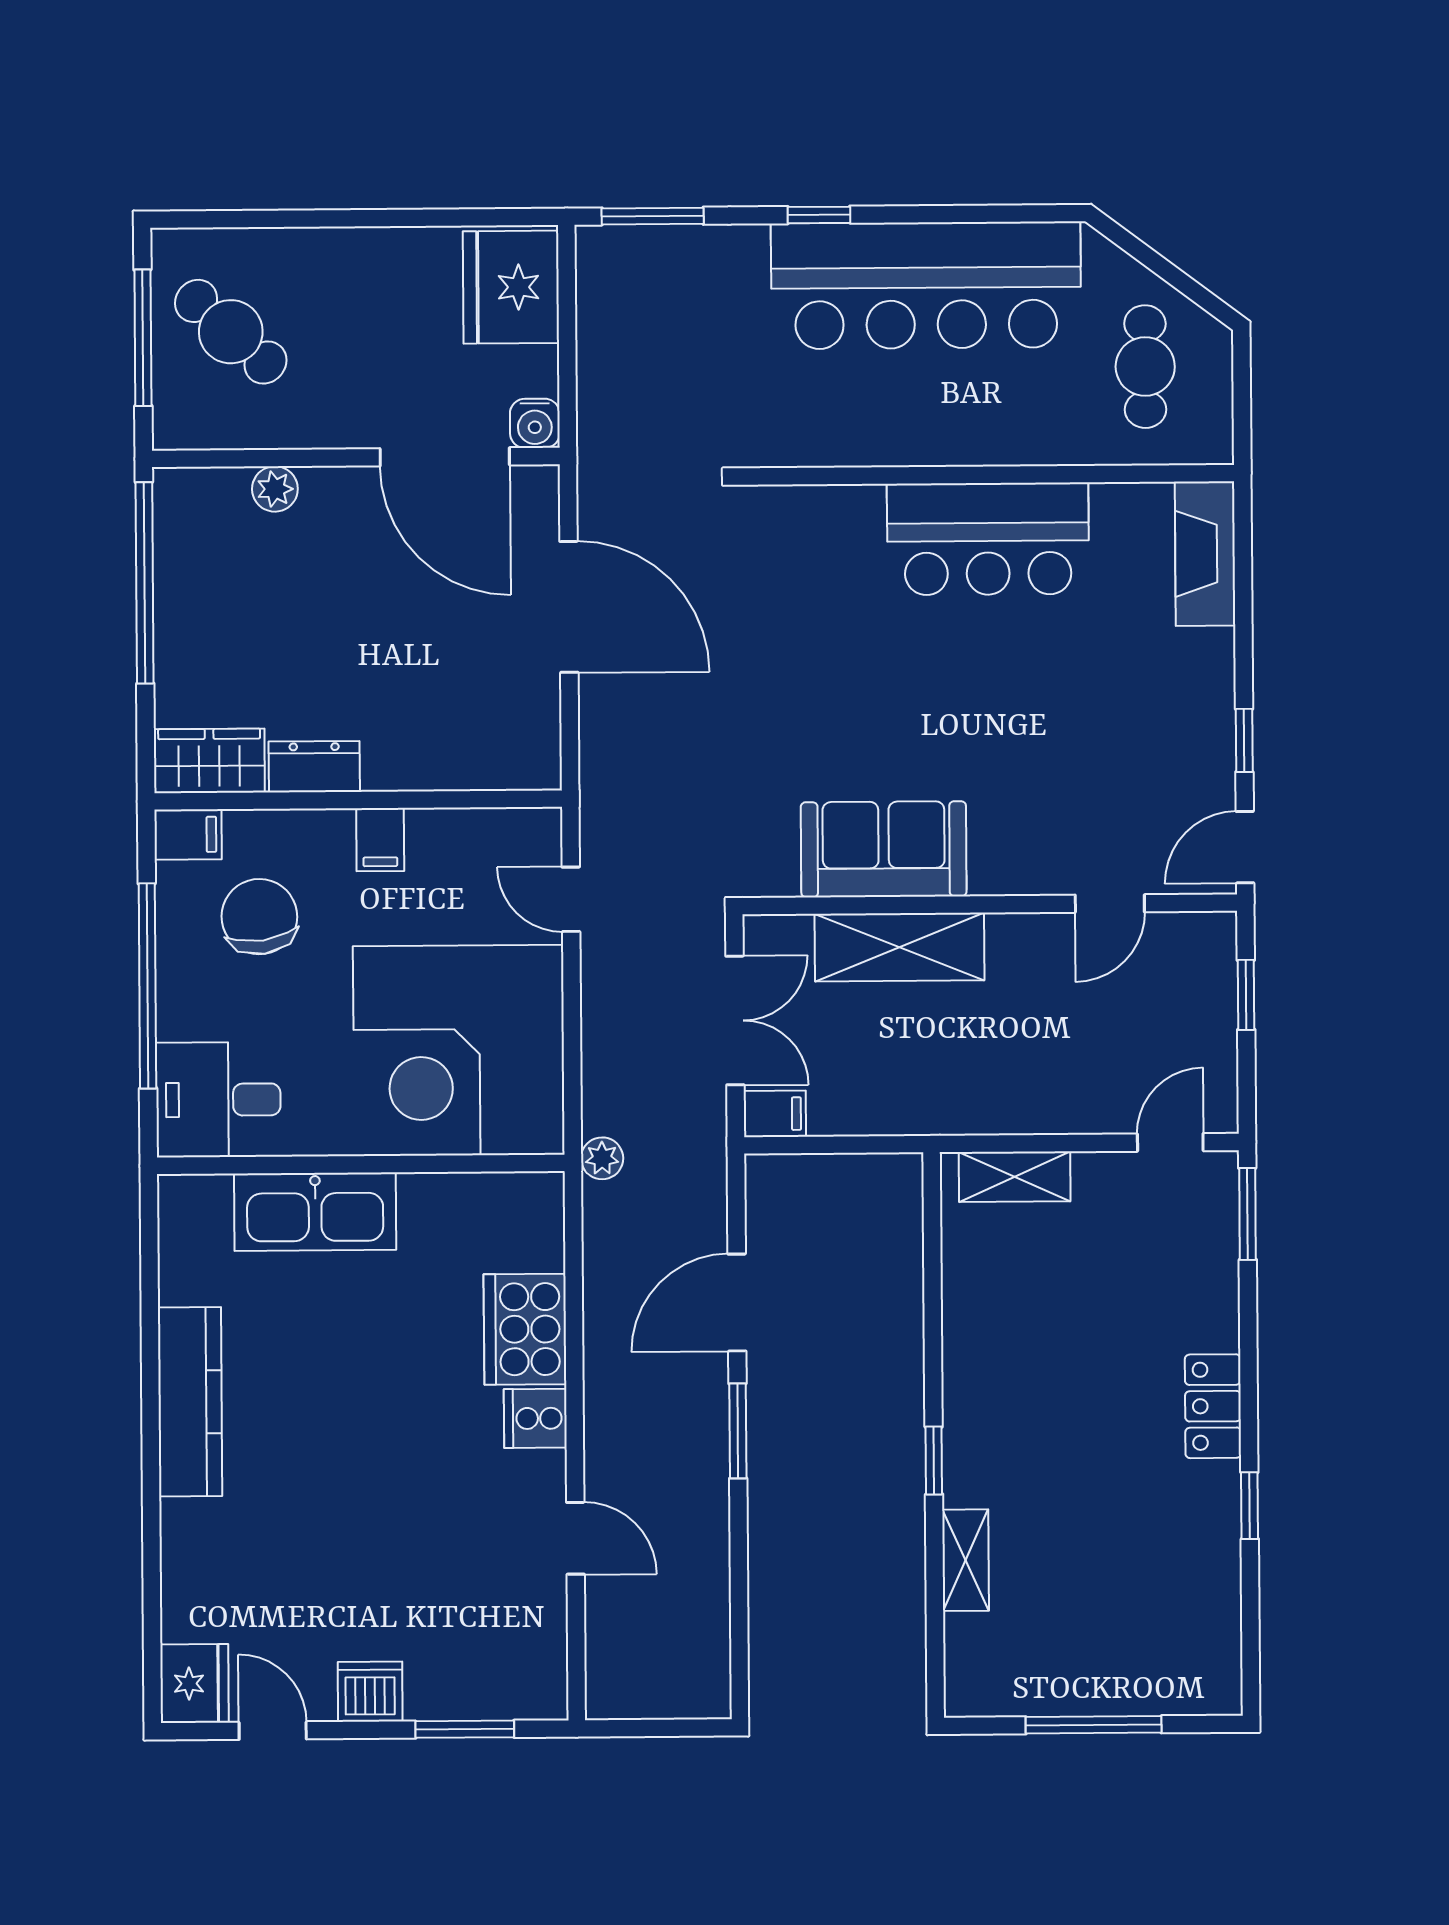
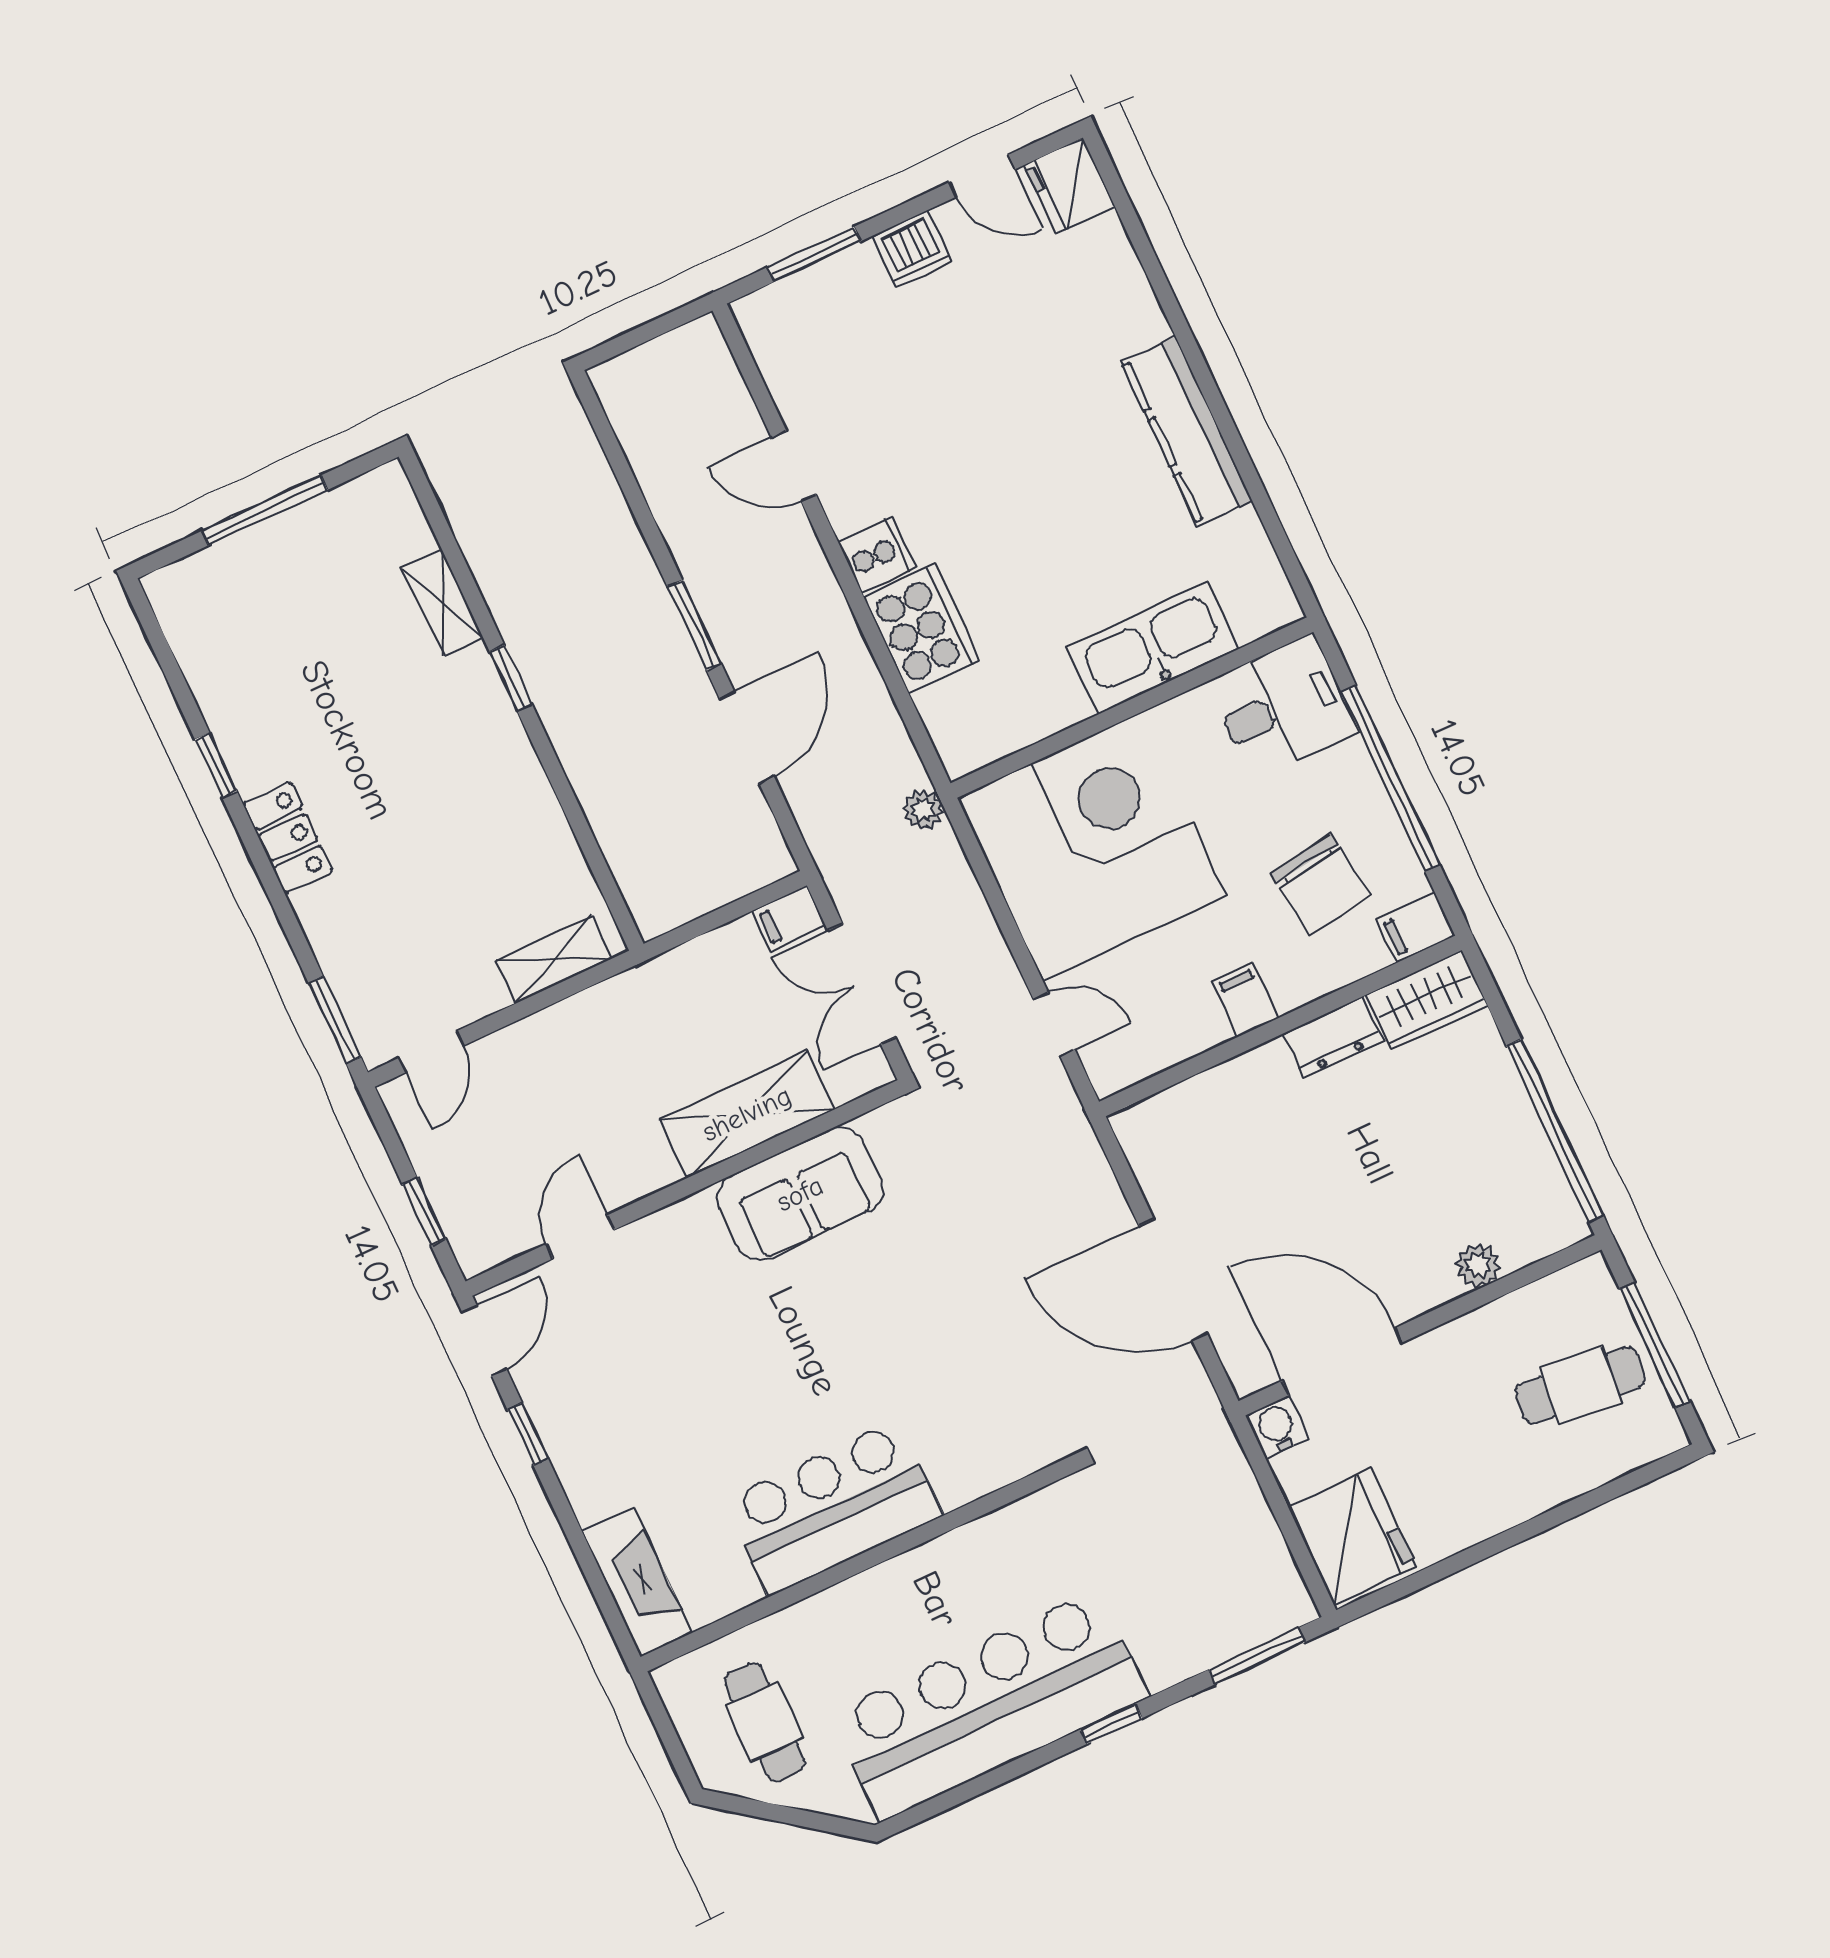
cafe table: (231, 332) -> (1580, 1385), turned -36

